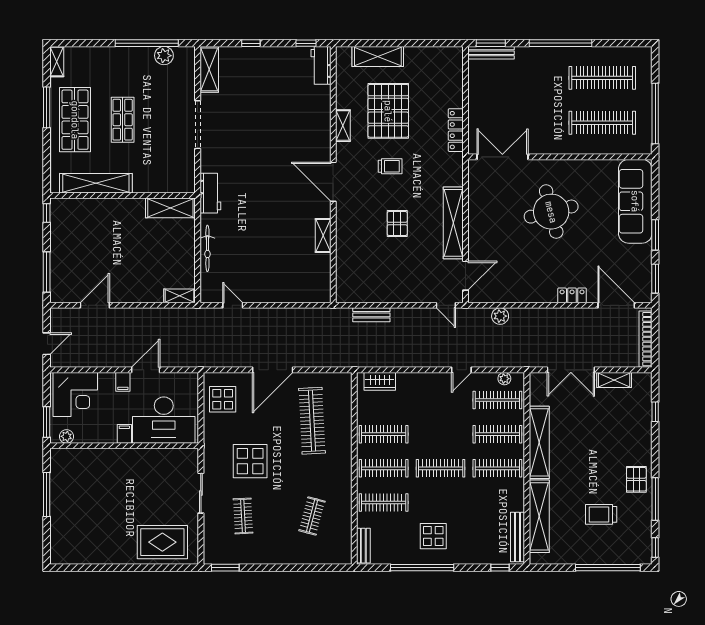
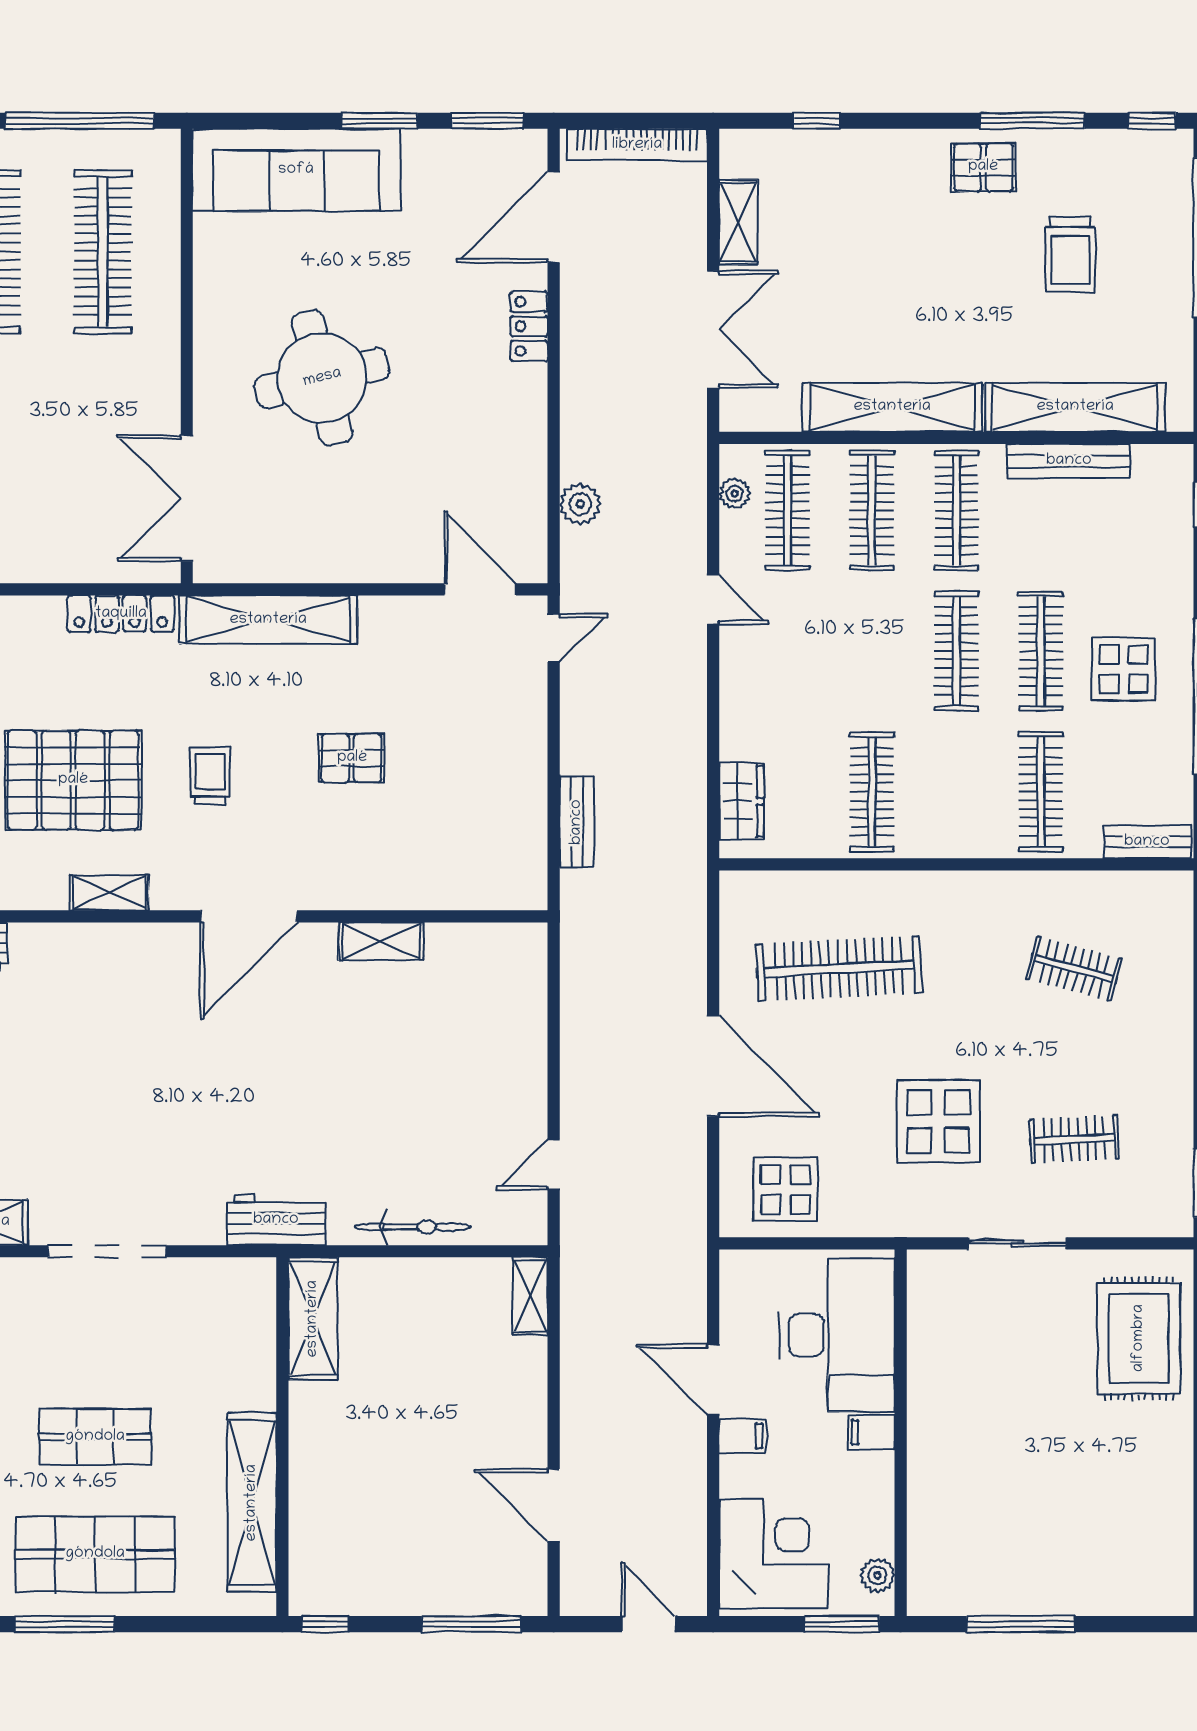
shelving: (453, 223) -> (268, 620), moved
clothes rail: (384, 468) -> (1041, 651), moved
bench: (517, 537) -> (1069, 461), moved

